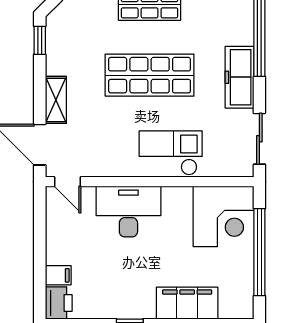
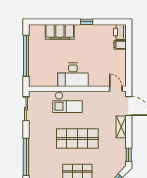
freezer: (239, 77) -> (35, 138), removed
desk: (128, 212) -> (73, 75), moved
corner desk: (223, 216) -> (43, 73), removed

